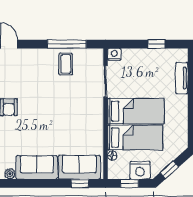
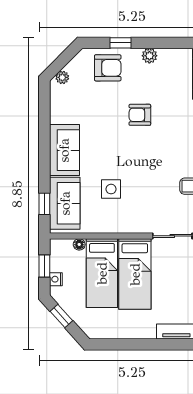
side table: (68, 130) -> (111, 189), added
nightstand: (140, 170) -> (56, 279), width x0.53, depth x0.56
plant: (10, 174) -> (56, 116), removed

